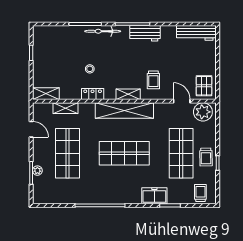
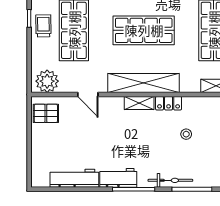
workbench: (196, 33) -> (74, 178), moved
trolley: (153, 80) -> (108, 121), removed
pallet: (204, 86) -> (46, 113), turned 90
locker: (93, 94) -> (169, 103), moved
door: (182, 101) -> (88, 95), moved

